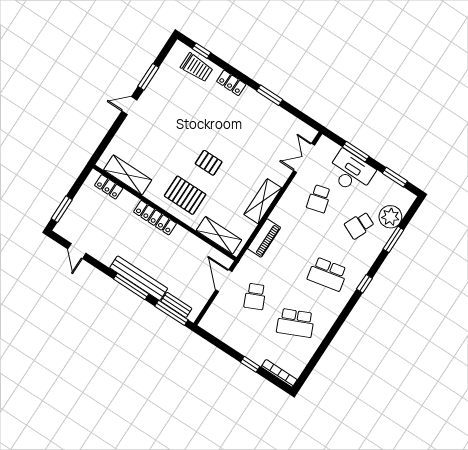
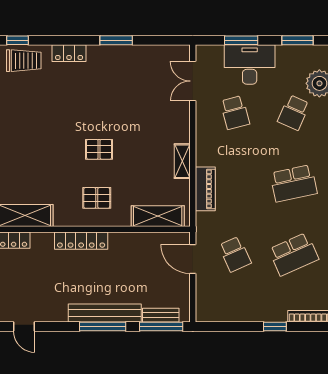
pallet: (185, 195) -> (97, 198), width x0.67, depth x0.71
shelving: (263, 201) -> (182, 161), width x0.67, depth x0.75

